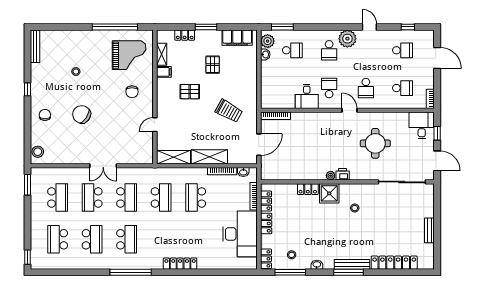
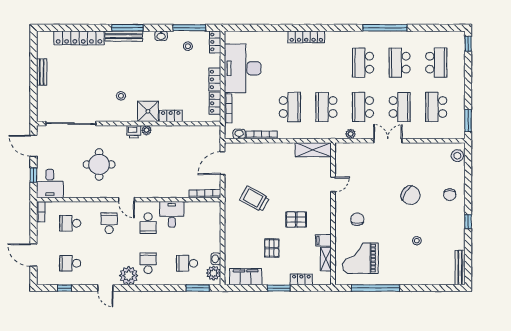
shelving: (209, 157) -> (275, 150), removed
plant: (138, 172) -> (351, 134), added
window: (131, 272) -> (385, 28), moved

